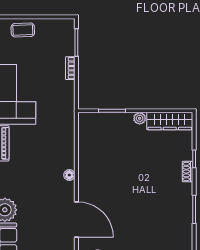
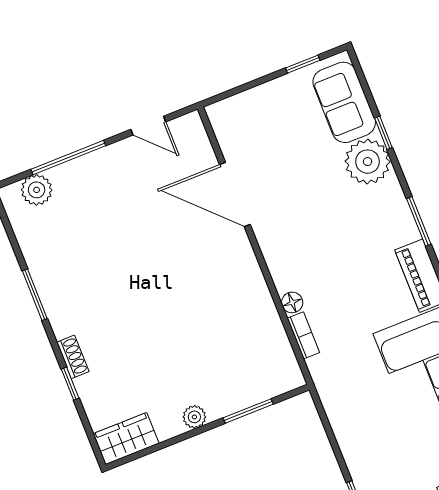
bookcase: (70, 68) -> (303, 335), moved
wardrobe: (170, 121) -> (126, 439), width x0.67
floor lamp: (69, 175) -> (292, 302), moved

